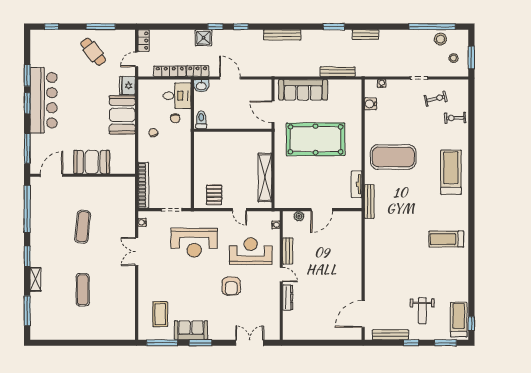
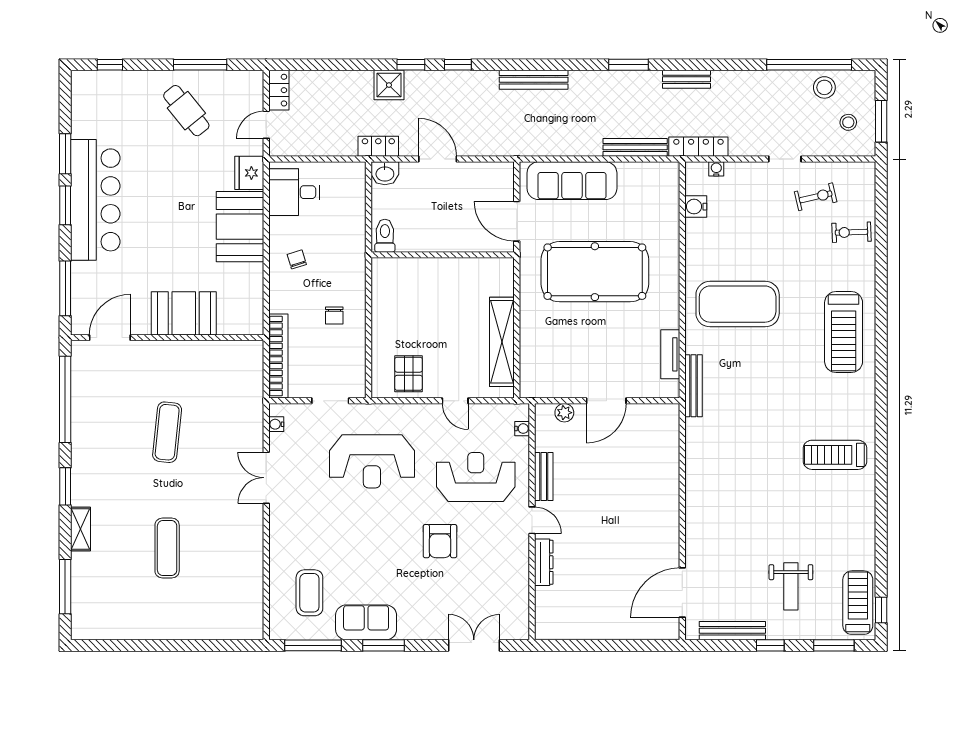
locker: (170, 71) -> (698, 147), moved
desk: (177, 96) -> (294, 192), moved, turned 180
chair: (175, 118) -> (334, 316), moved
treadmill: (451, 172) -> (844, 332), turned 180

